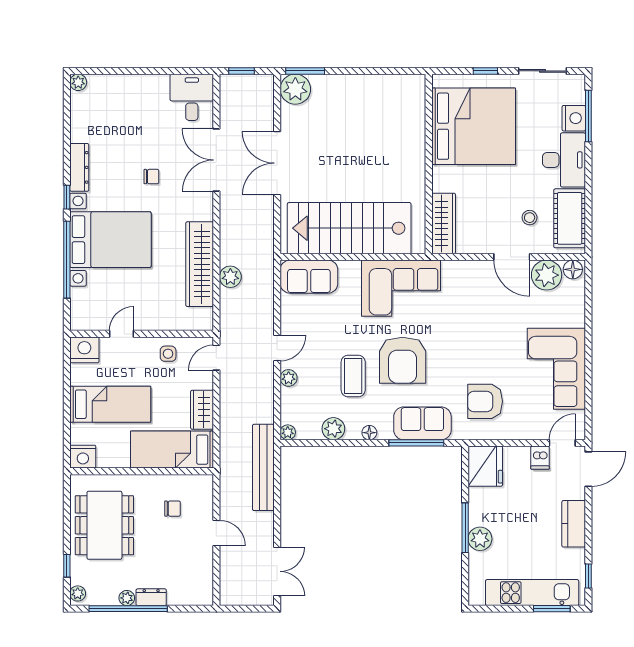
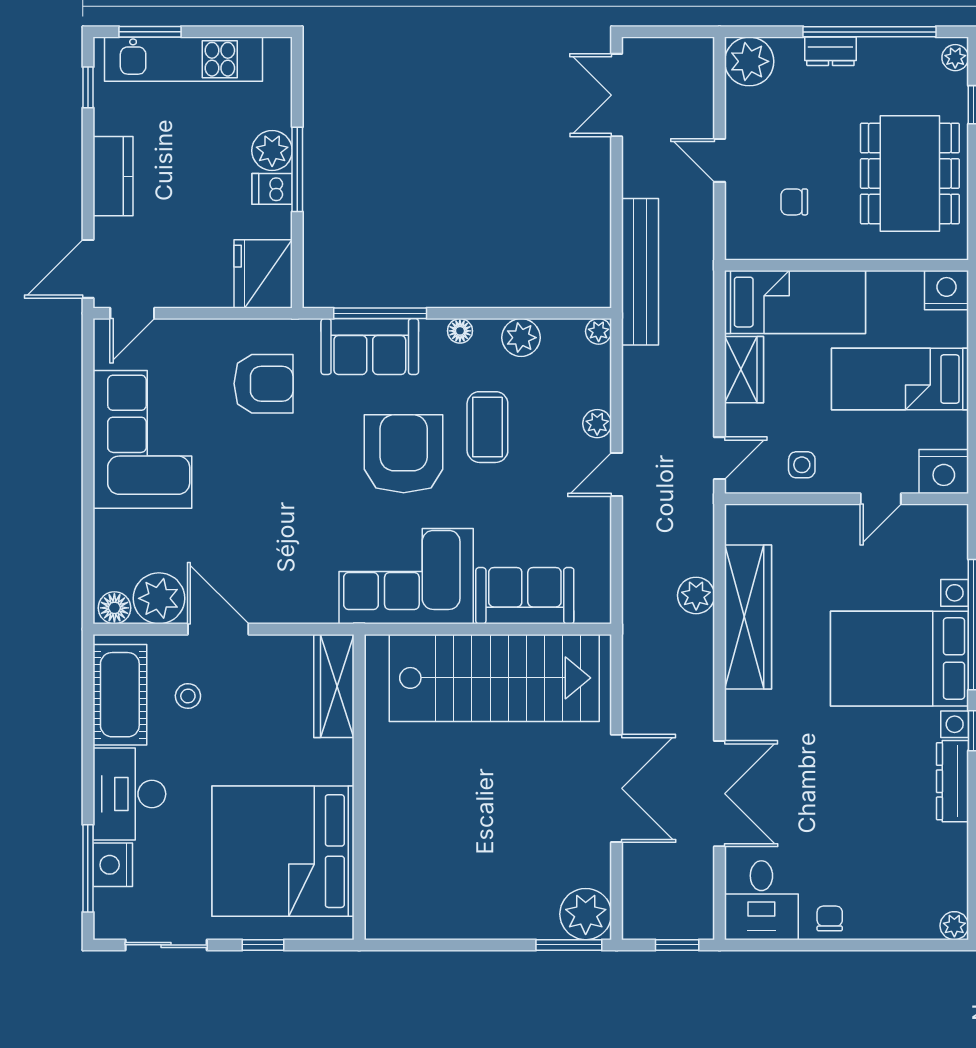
chair: (151, 177) -> (830, 918), moved, turned 90
sofa: (309, 277) -> (525, 596), moved
dishwasher: (540, 458) -> (272, 189), moved, turned -90
plant: (127, 598) -> (749, 61), moved, width x1.88, depth x1.88

